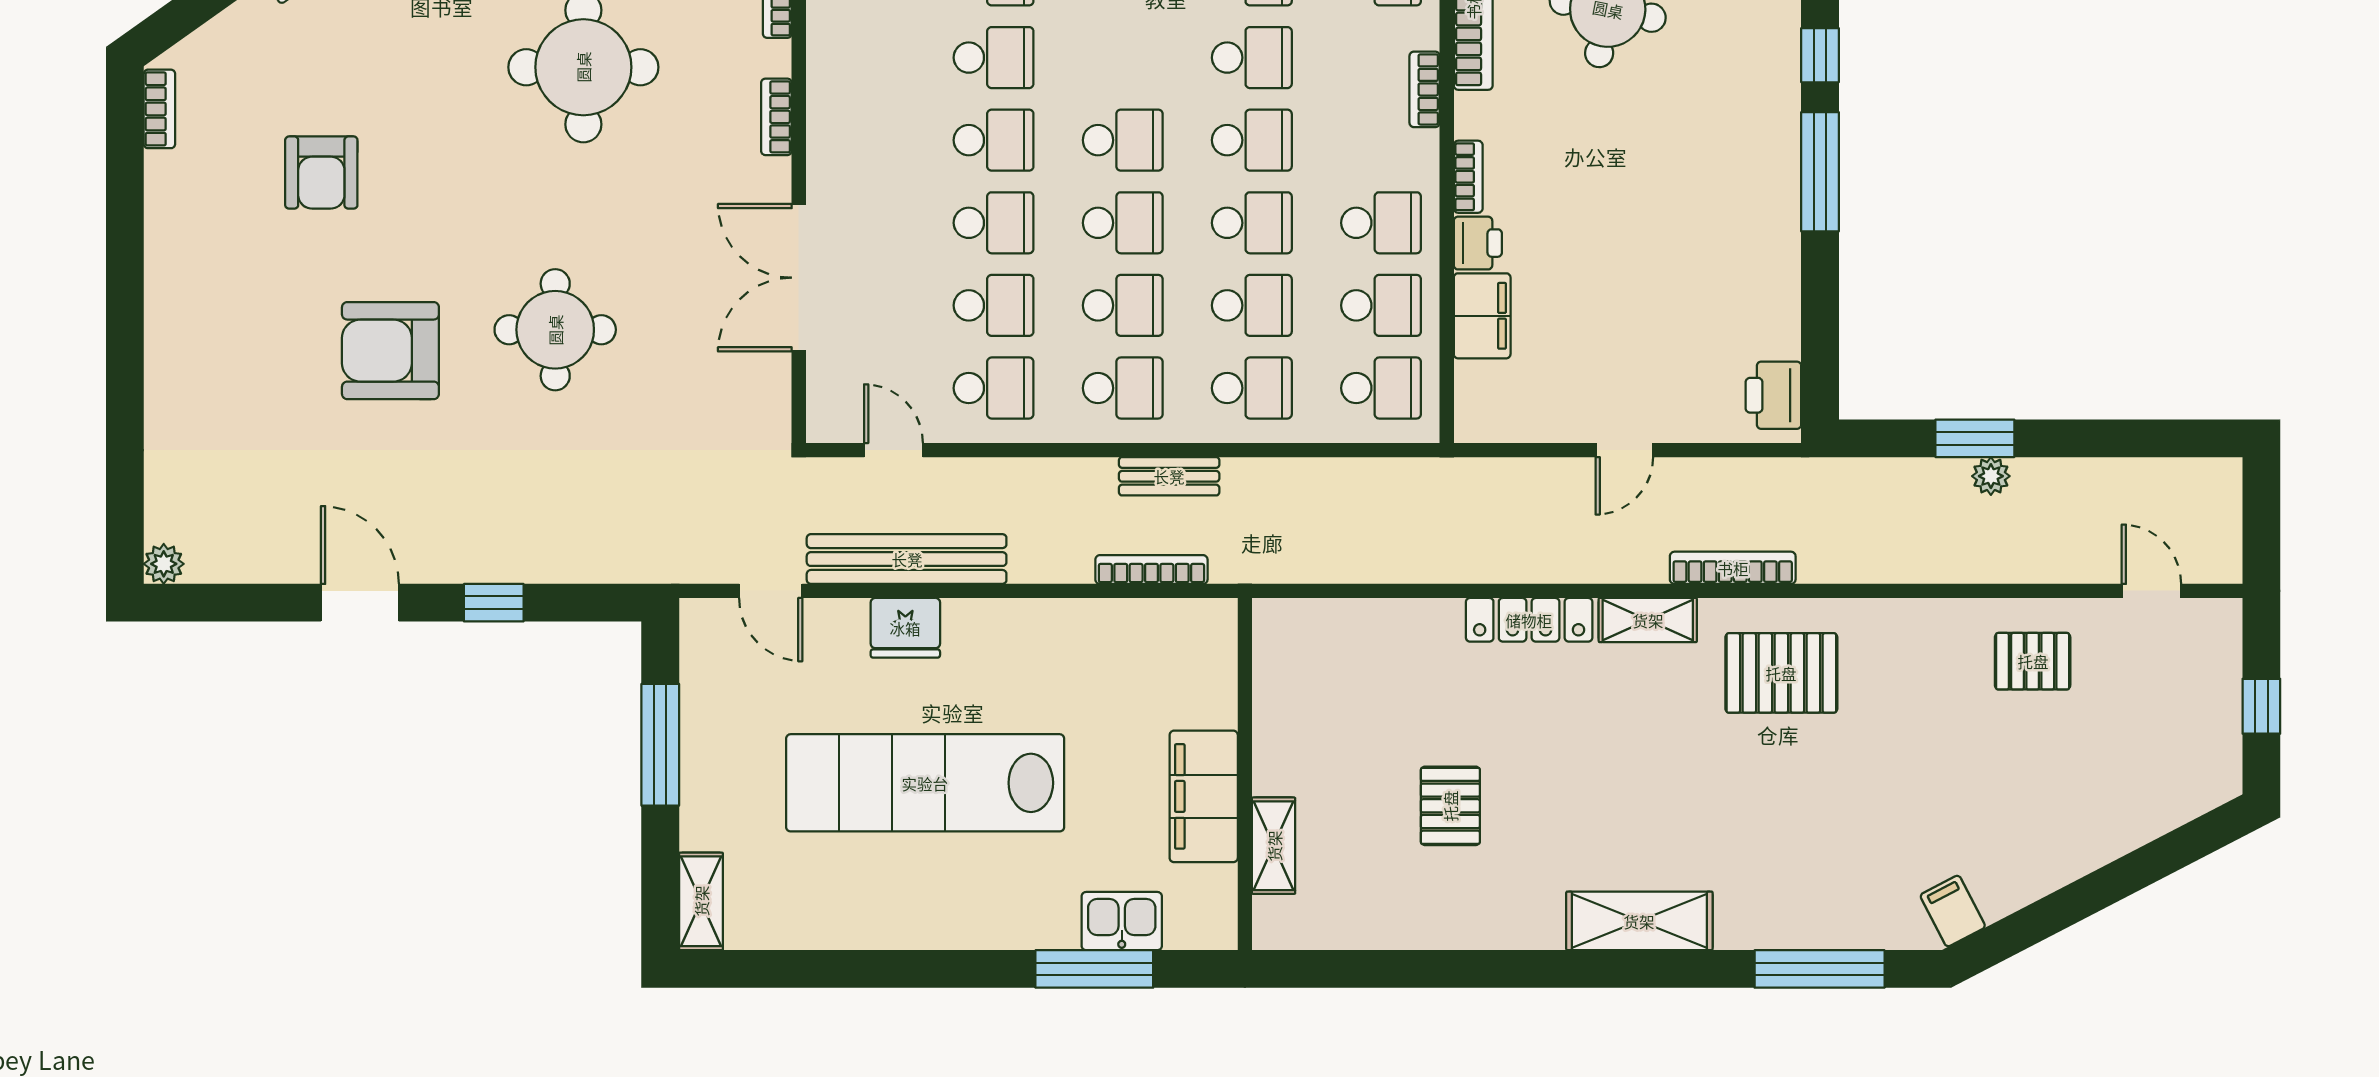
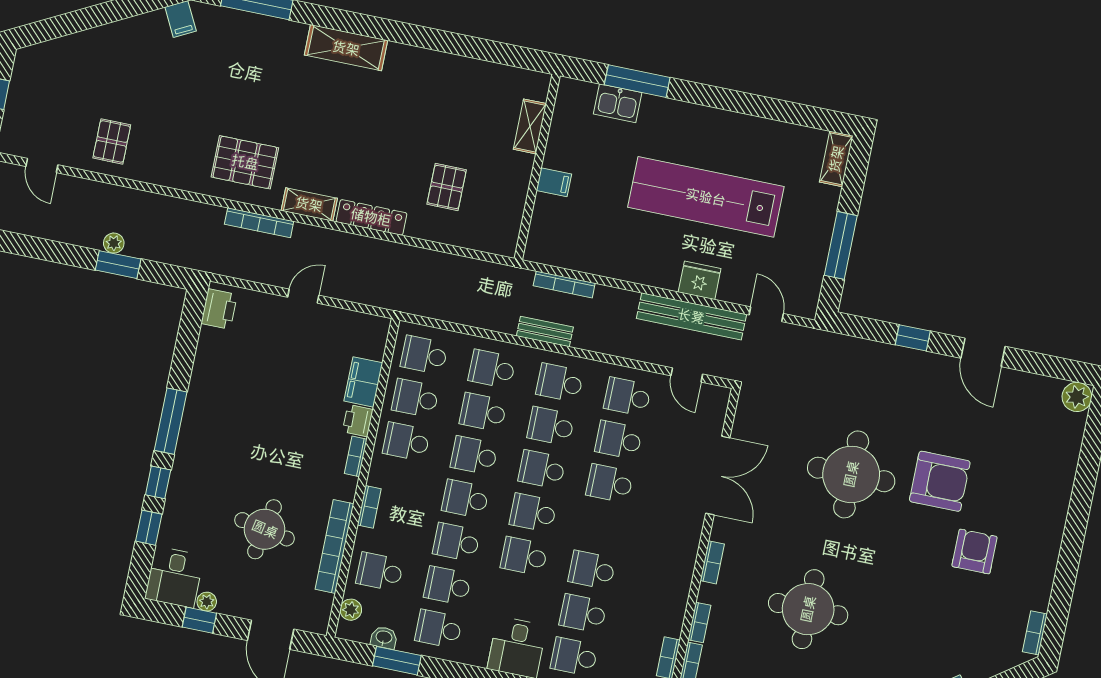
school desk: (994, 140) -> (524, 556), moved
armchair: (321, 173) -> (975, 551), moved
round table: (555, 330) -> (851, 474), width x1.36, depth x1.36
plant: (164, 564) -> (1077, 397), width x1.38, depth x1.38
pallet: (2033, 661) -> (112, 141), turned 90
lab bench: (925, 783) -> (706, 197), turned 180
filing cabinet: (1204, 796) -> (554, 182), width x0.33, depth x0.86
pallet: (1450, 806) -> (447, 187), moved

